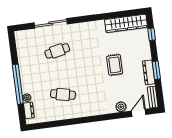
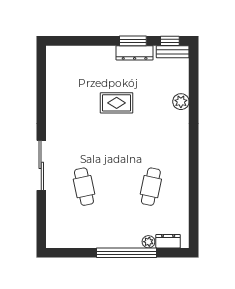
sliding door: (51, 23) -> (41, 165), moved
wardrobe: (126, 23) -> (56, 77), removed
window: (152, 34) -> (170, 41), moved
door: (139, 113) -> (194, 76), removed

